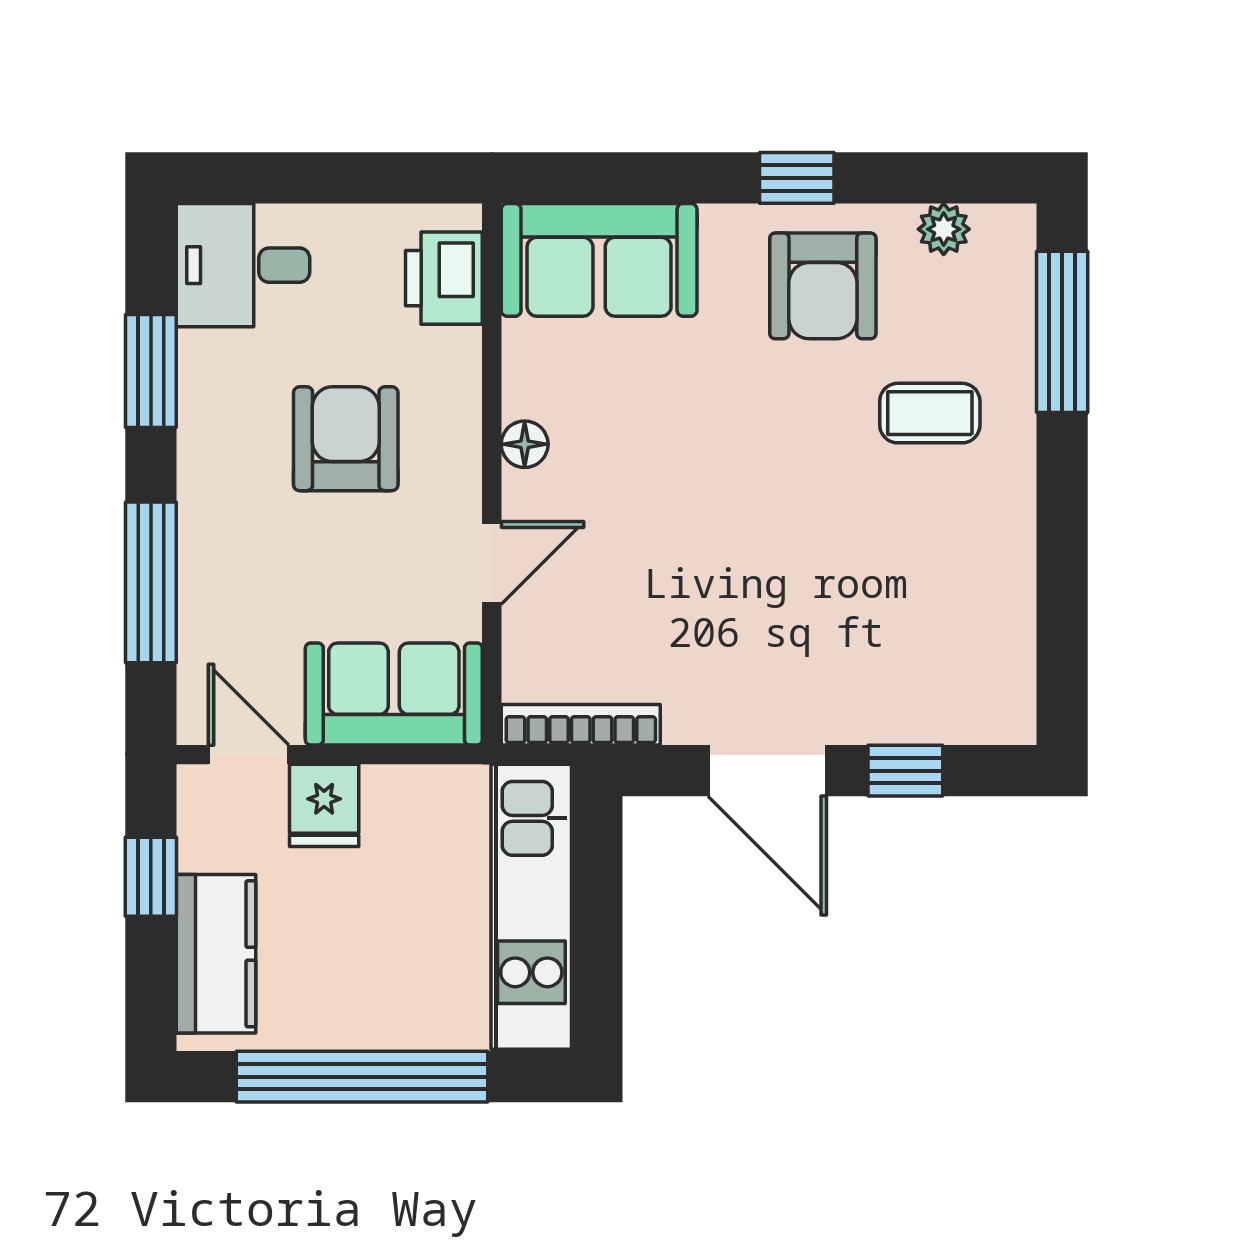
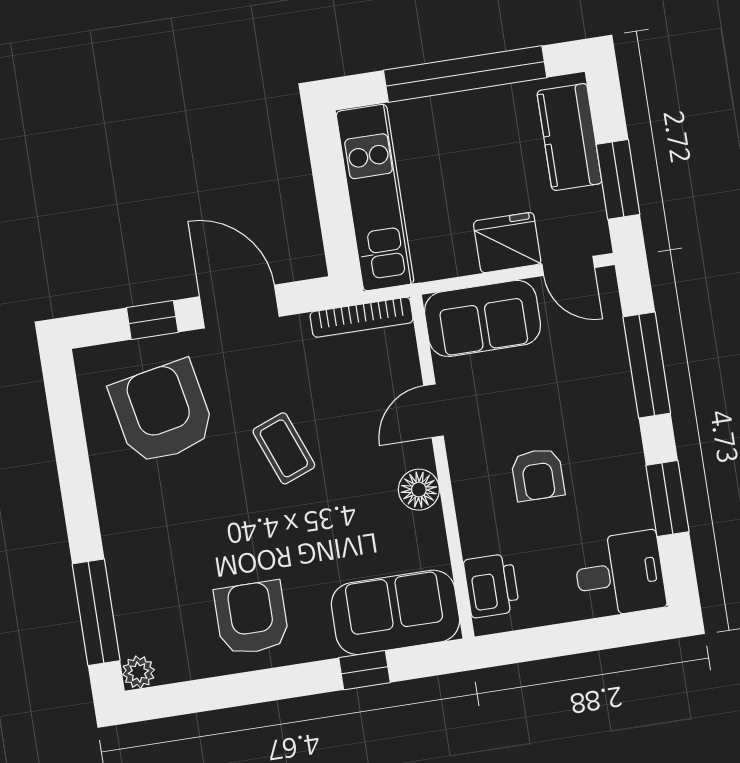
window: (797, 178) -> (364, 670), moved
plant: (944, 229) -> (138, 672), moved
coffee table: (930, 413) -> (284, 448), moved, turned 69
armchair: (346, 439) -> (538, 475), width x0.72, depth x0.72
floor lamp: (525, 444) -> (419, 490), width x1.37, depth x1.37
armchair: (912, 625) -> (162, 412), added
fridge: (324, 805) -> (507, 243), width x1.38
window: (151, 877) -> (618, 179), width x1.50

